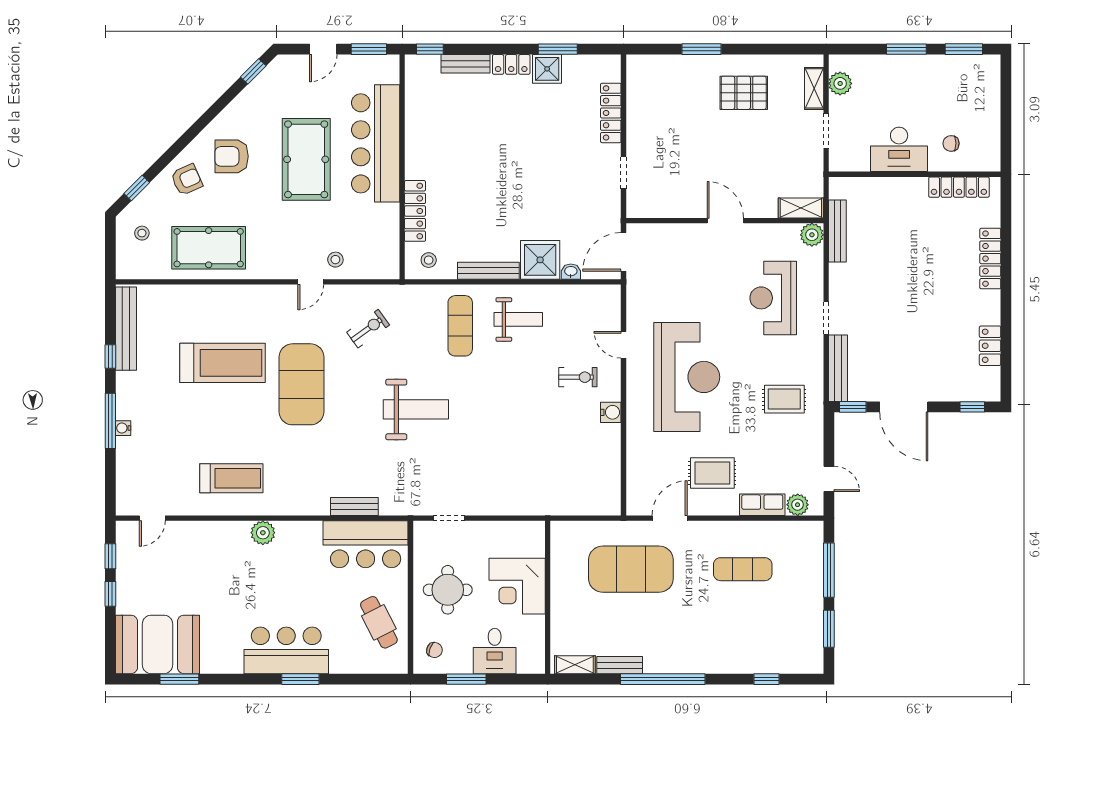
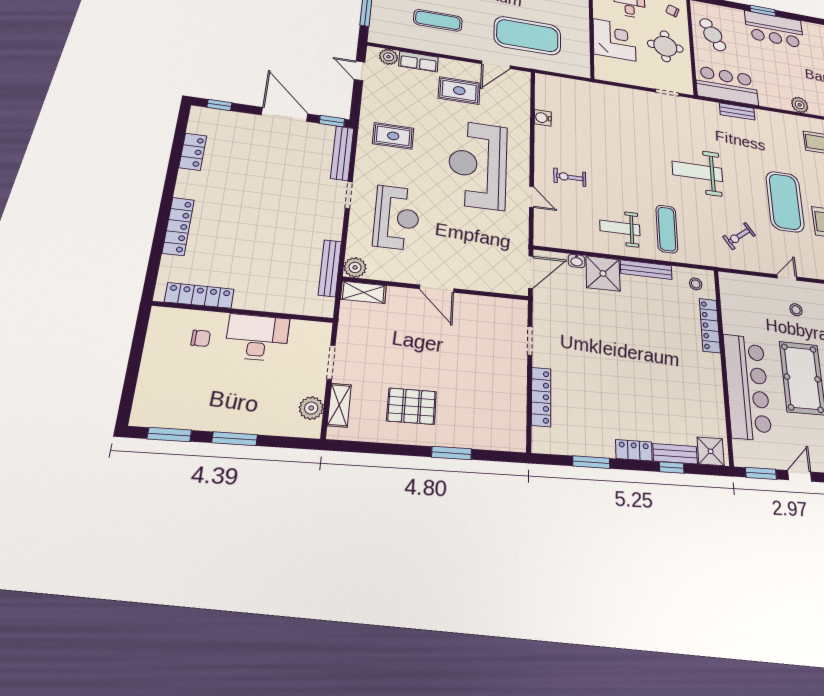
window: (430, 49) -> (672, 467), moved
shower: (547, 69) -> (711, 451), moved
stool: (335, 260) -> (796, 310), moved
water cooler: (611, 412) -> (543, 118), moved

